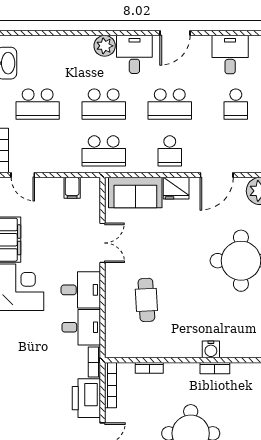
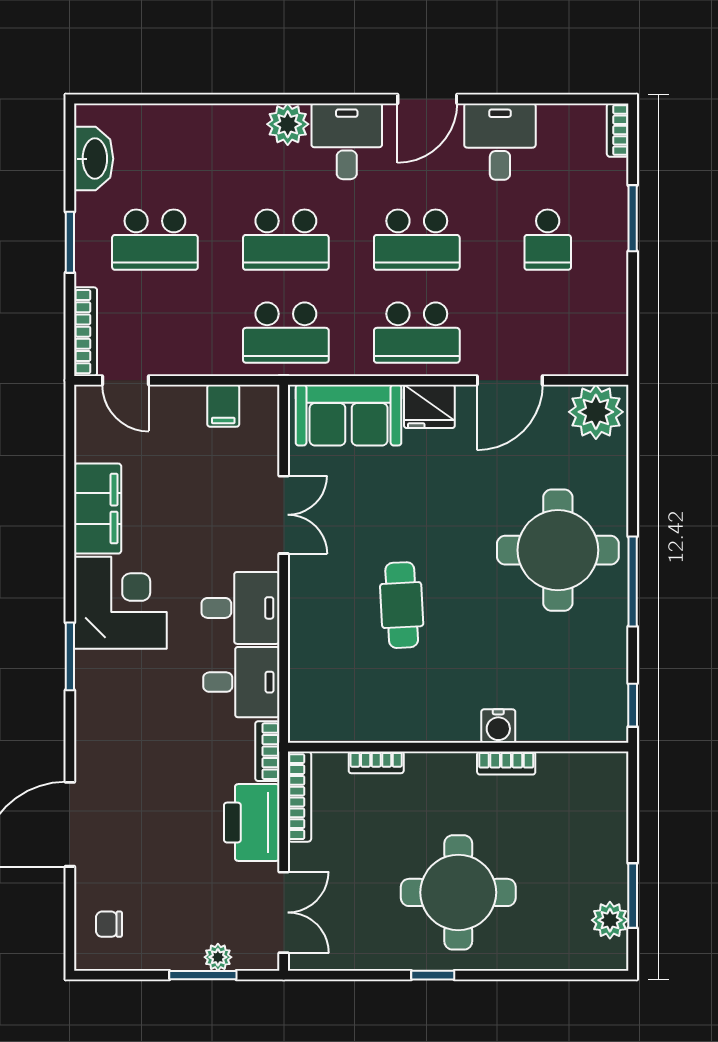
desk: (230, 55) -> (500, 142), moved
school desk: (170, 151) -> (417, 333), width x1.85
cafe table: (146, 300) -> (402, 605), moved

